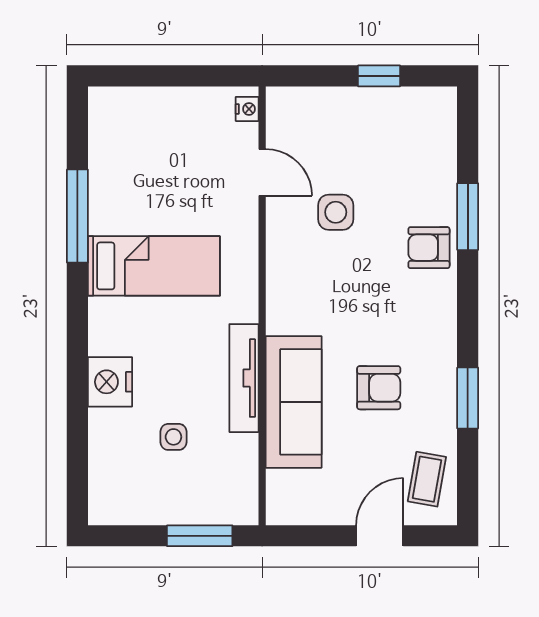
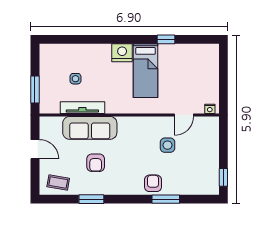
window: (379, 76) -> (223, 177), moved
window: (77, 216) -> (166, 39), width x0.46
tv unit: (244, 378) -> (82, 108), moved
nightstand: (110, 382) -> (122, 53), moved
door: (380, 536) -> (35, 149), moved

